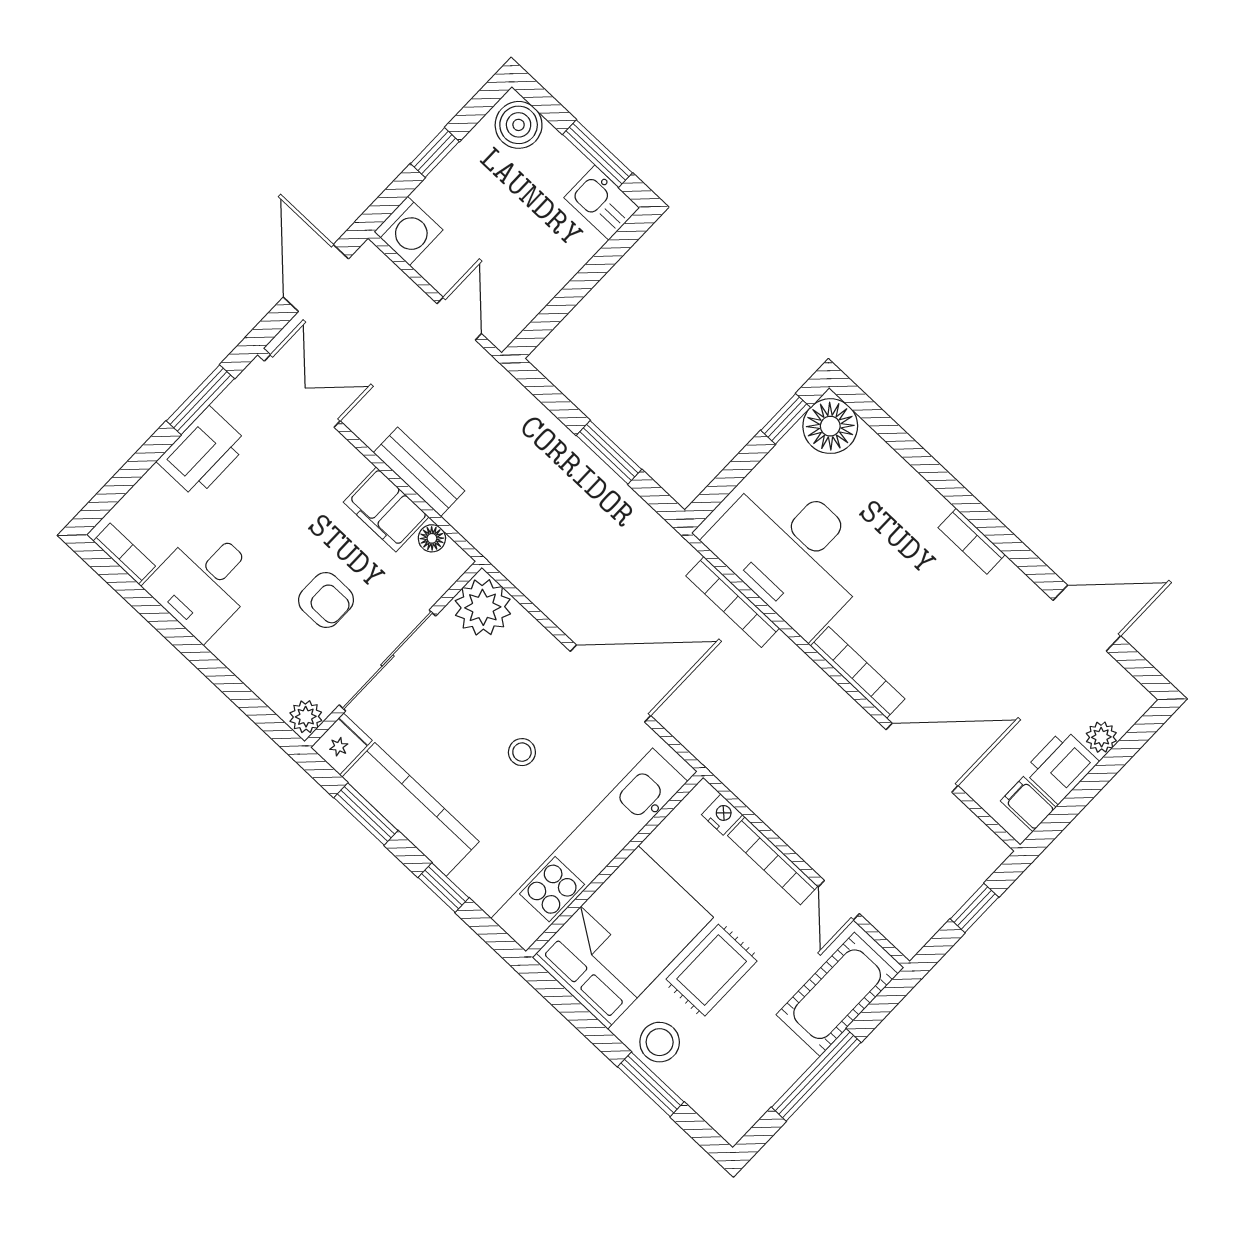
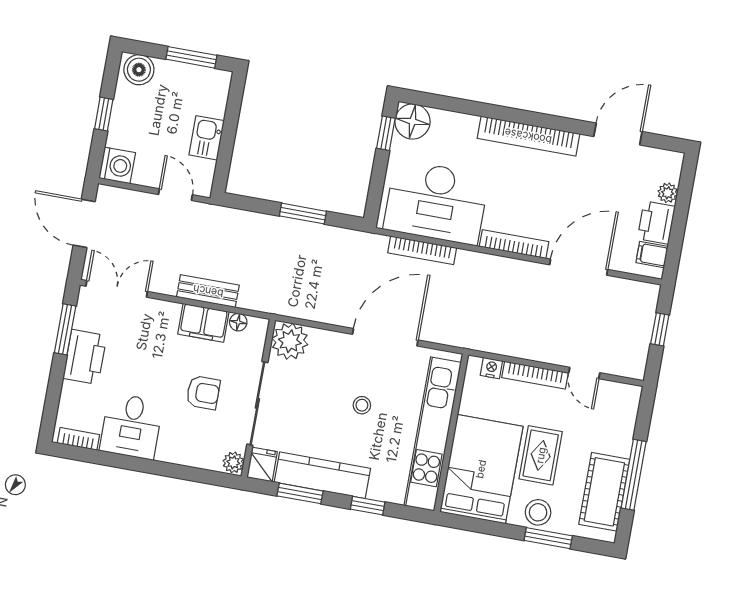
kitchen sink: (602, 203) -> (207, 138), moved, turned 90
bookcase: (972, 541) -> (528, 136), width x2.31, depth x1.31
cot: (837, 994) -> (604, 492), moved

